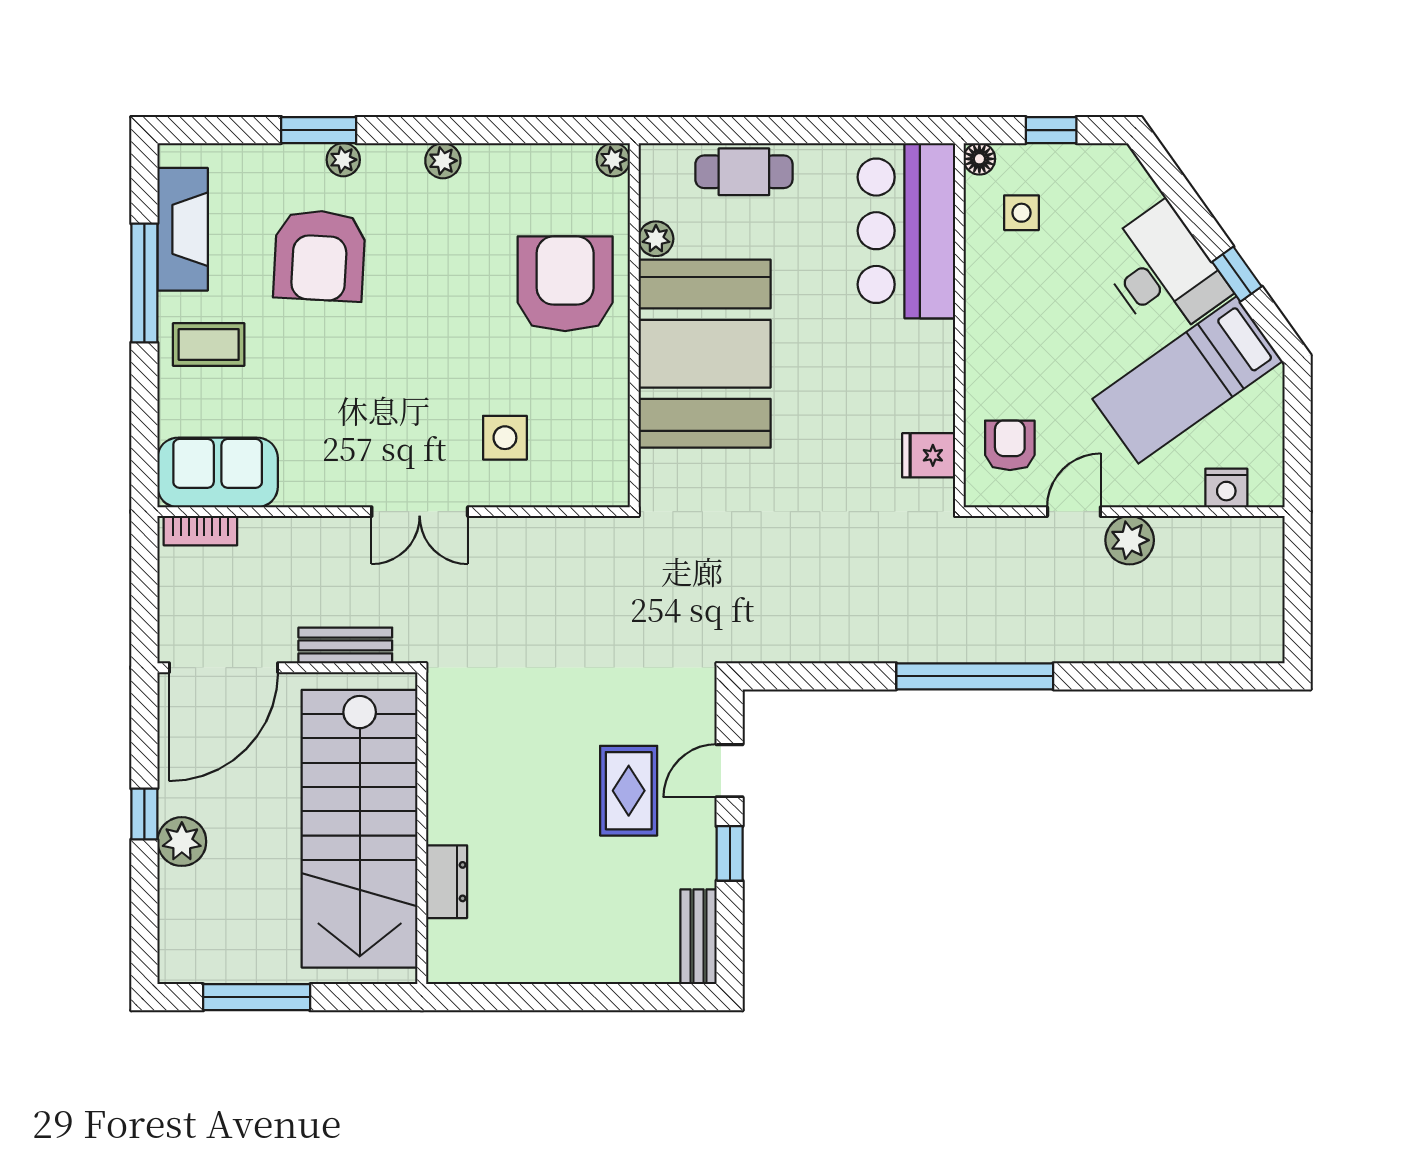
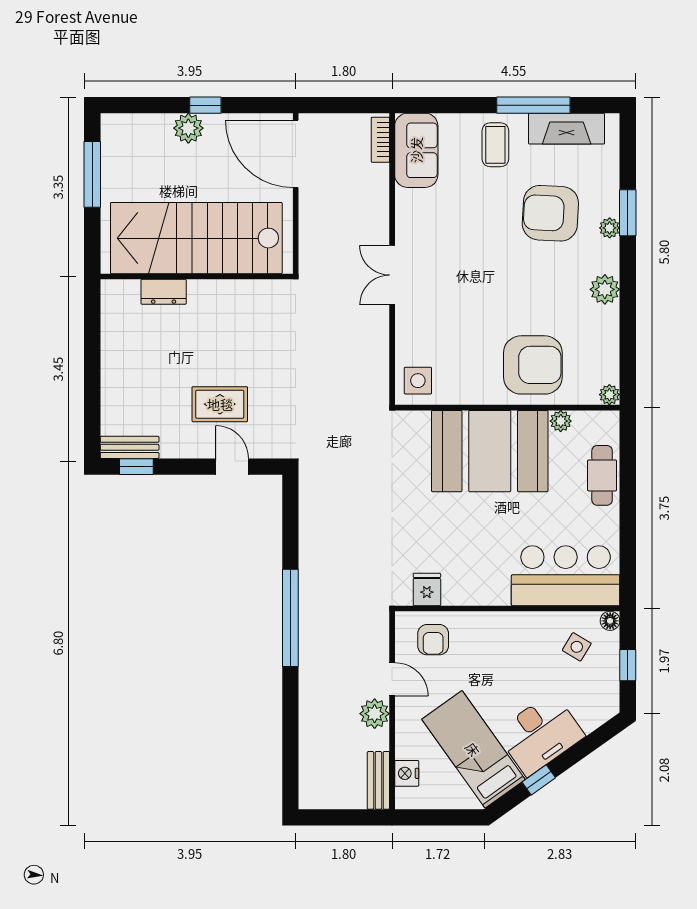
plant: (443, 161) -> (605, 289), width x1.38, depth x1.38
side table: (1021, 213) -> (577, 647), turned 31
side table: (505, 438) -> (418, 381), moved
armchair: (1010, 445) -> (433, 640), turned 90
bench: (345, 645) -> (378, 780), moved
window: (730, 853) -> (136, 467), moved

